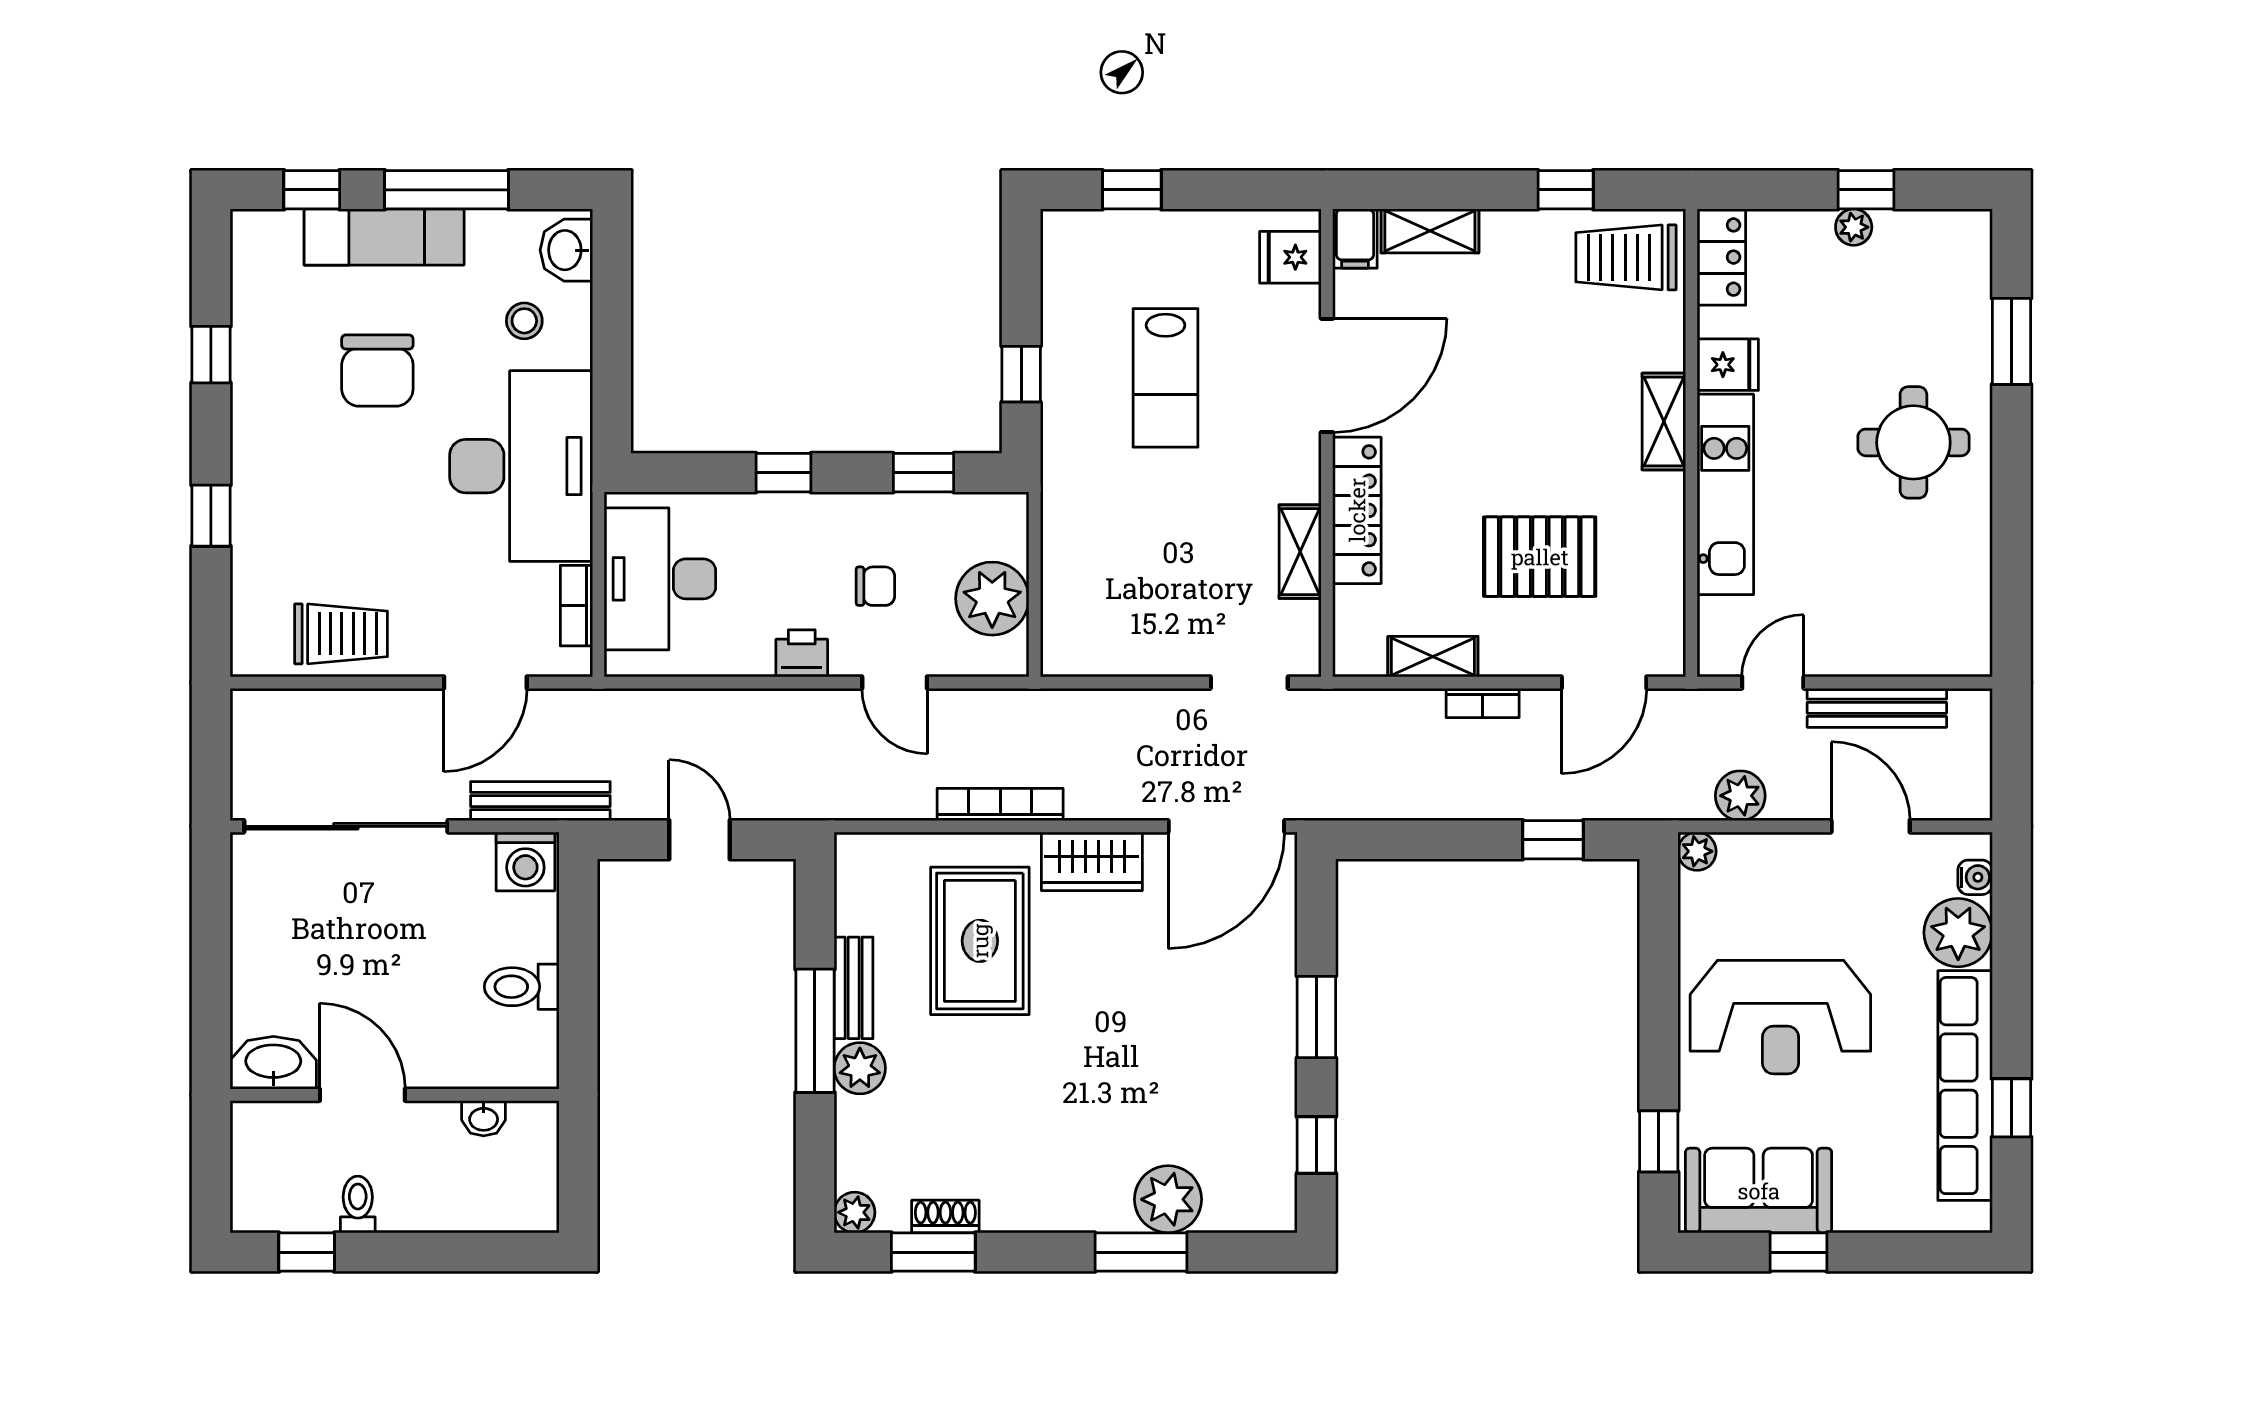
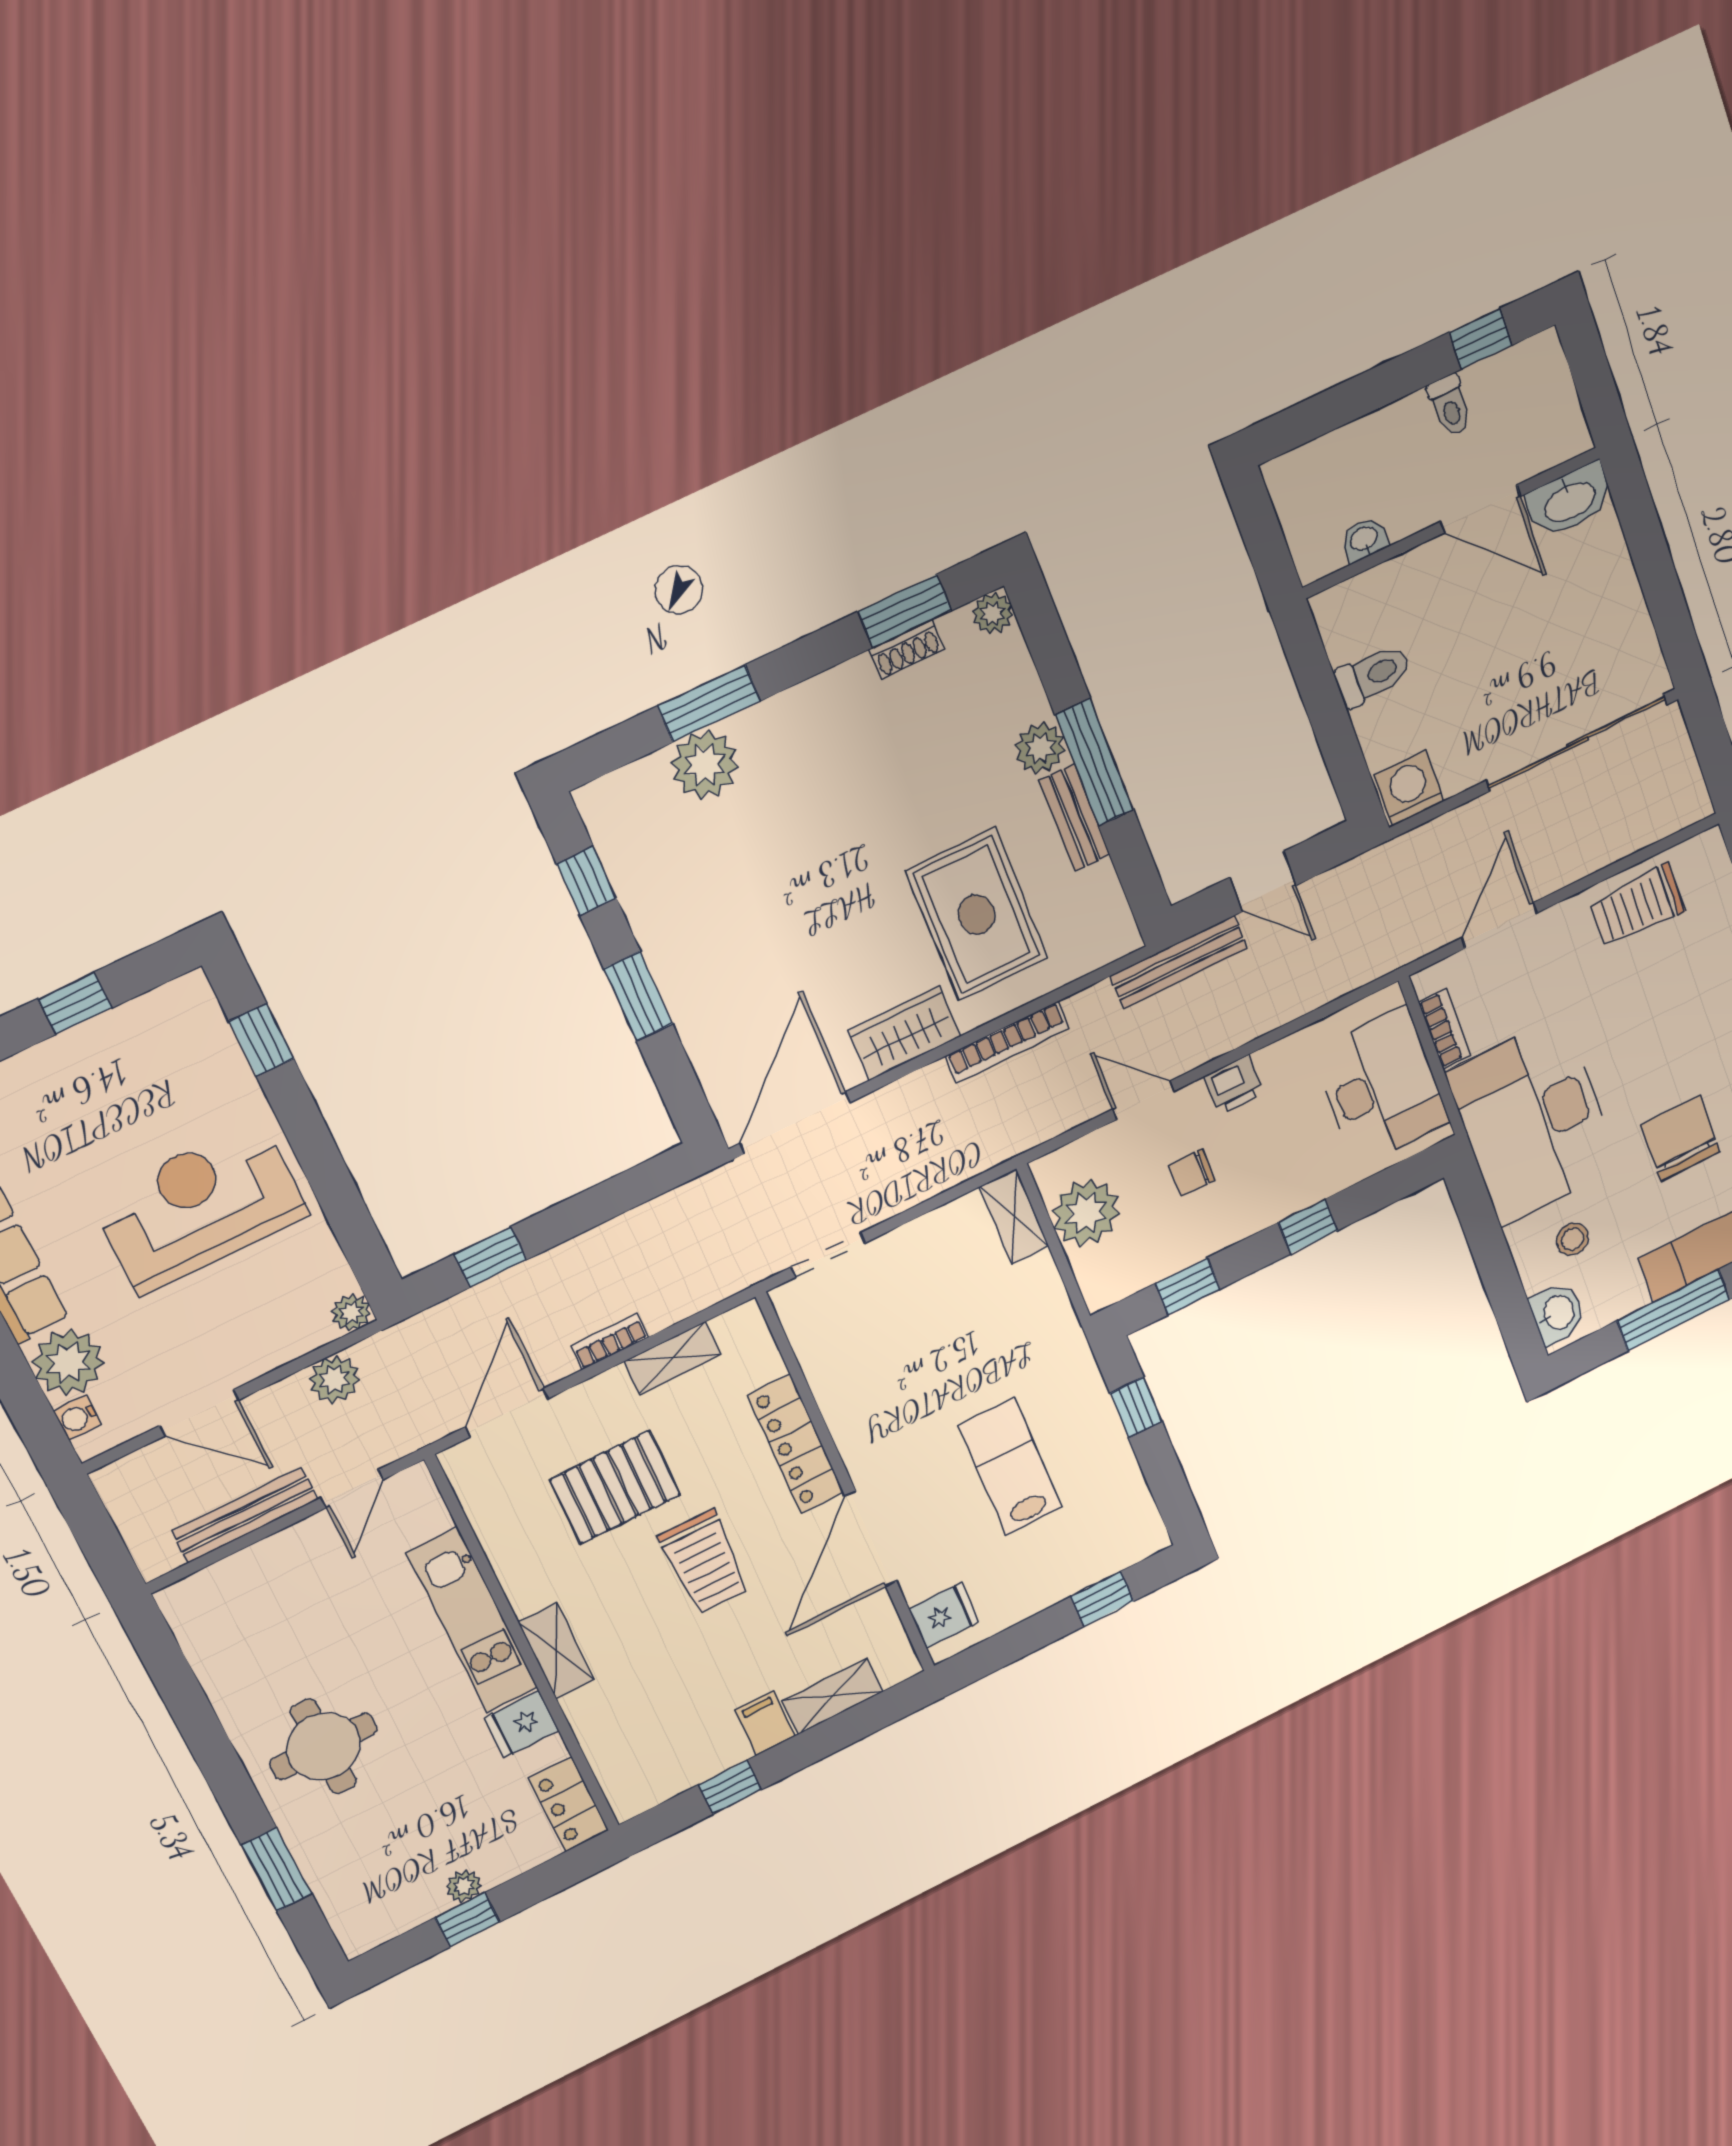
filing cabinet: (1355, 239) -> (765, 1723), moved
trolley: (1626, 257) -> (704, 1562), moved, turned 90
shelving: (1300, 552) -> (1014, 1217), moved
bench: (540, 801) -> (1179, 962), moved
sofa: (1759, 1191) -> (143, 1041), removed

